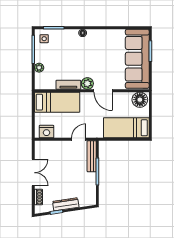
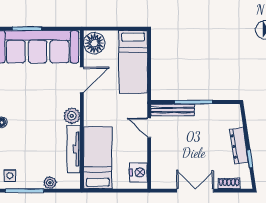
tv unit: (68, 85) -> (74, 149), width x1.41
door: (103, 91) -> (82, 80), moved

